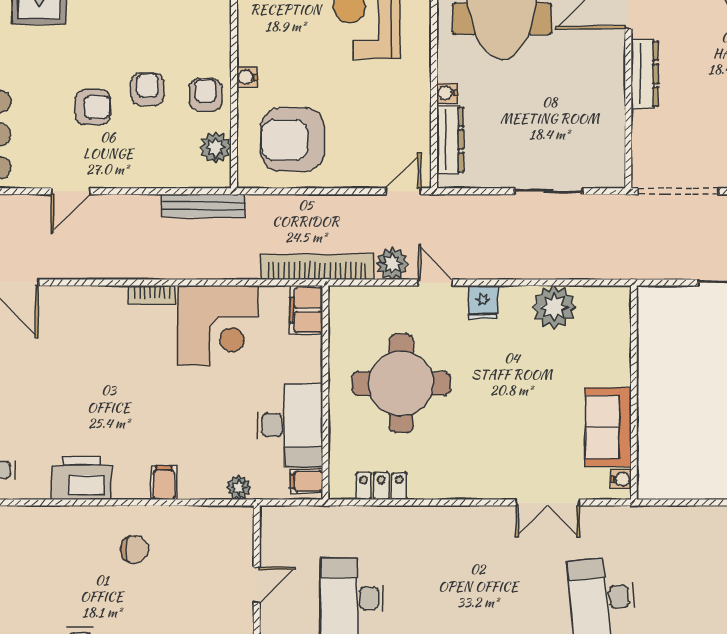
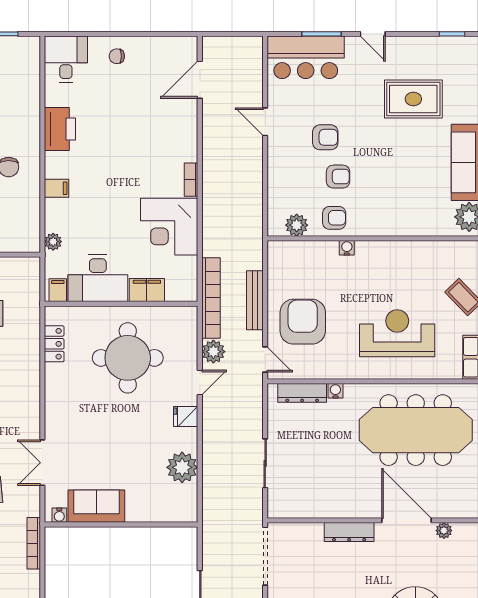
armchair: (93, 107) -> (325, 137), turned -90
armchair: (292, 140) -> (303, 322), moved
bench: (203, 206) -> (255, 300), moved
filing cabinet: (306, 310) -> (147, 290), moved
bookcase: (660, 515) -> (34, 543), added

